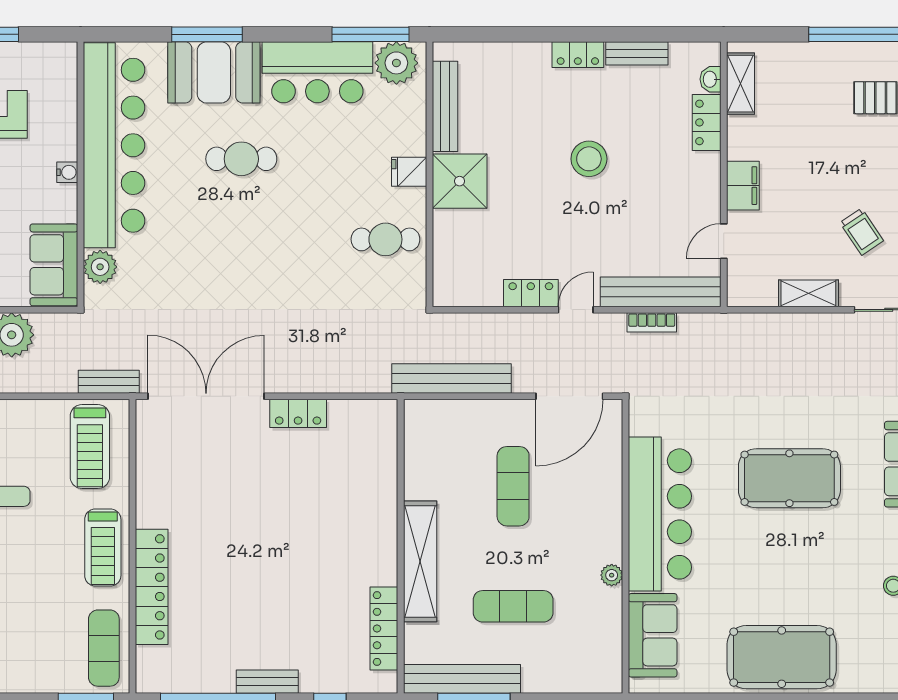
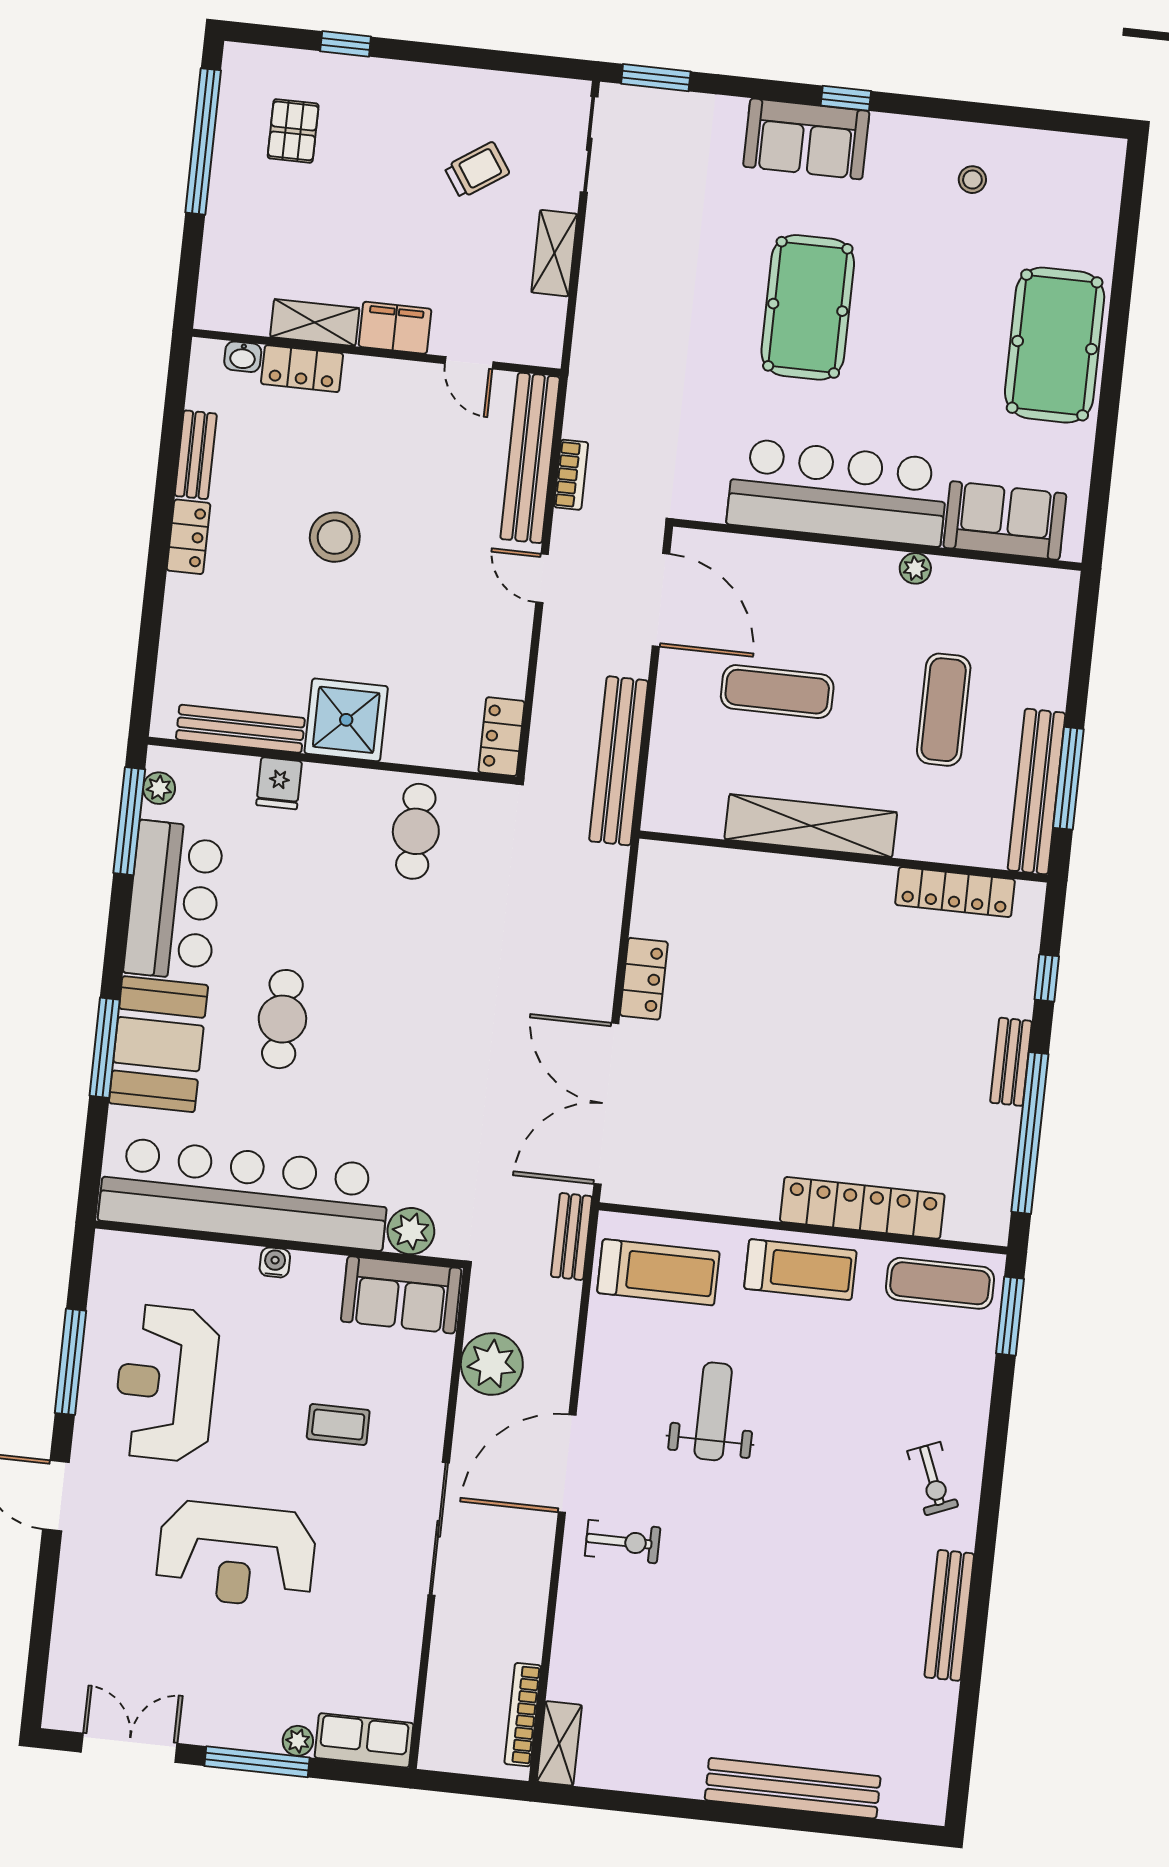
plant: (396, 63) -> (159, 788), width x0.53, depth x0.53
shelving: (740, 84) -> (315, 323), moved
fridge: (409, 172) -> (279, 783), moved
locker: (531, 293) -> (501, 737), moved
shelving: (420, 561) -> (811, 826), moved

